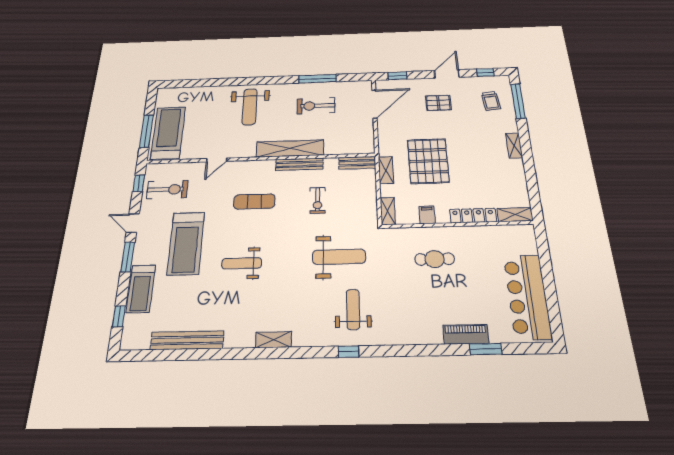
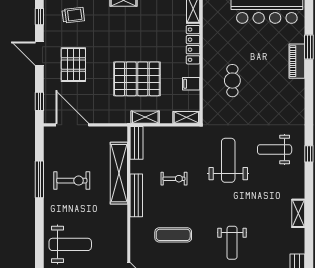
pallet: (438, 103) -> (73, 65), width x1.50, depth x1.42
exercise bike: (316, 106) -> (72, 181), turned -90
shelving: (290, 148) -> (119, 173), moved
exercise mat: (254, 201) -> (173, 235), turned 90

